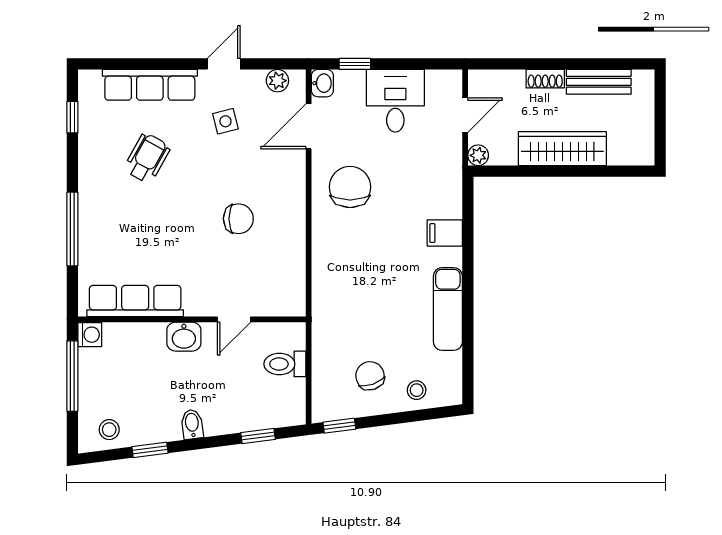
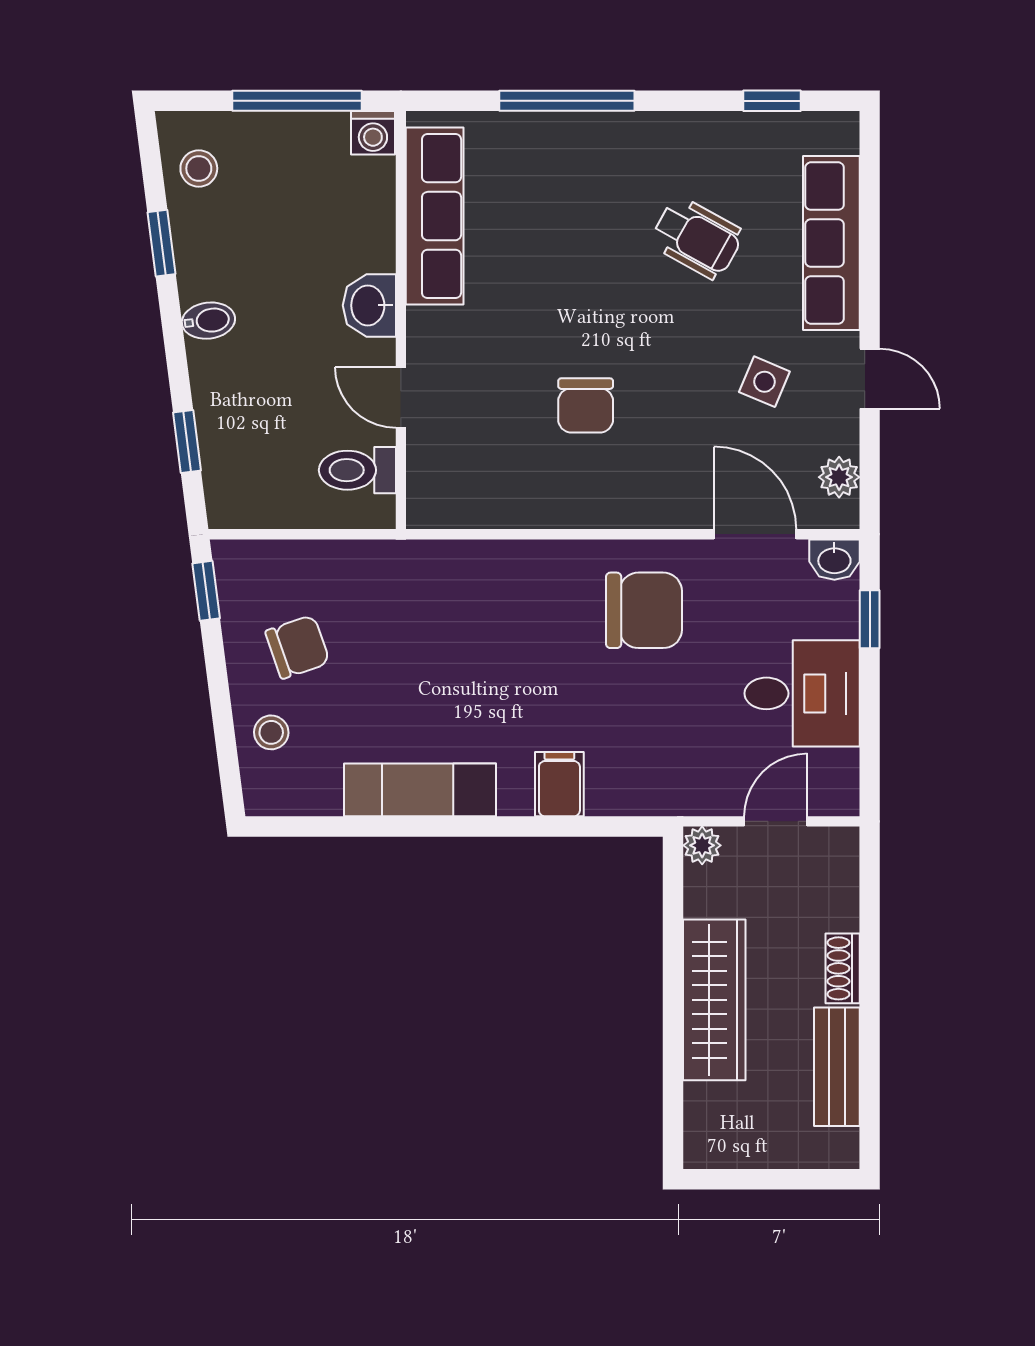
door: (465, 115) -> (776, 821), swing flipped
side table: (225, 121) -> (764, 382), turned 37
toilet: (285, 364) -> (357, 470), moved, turned -90

